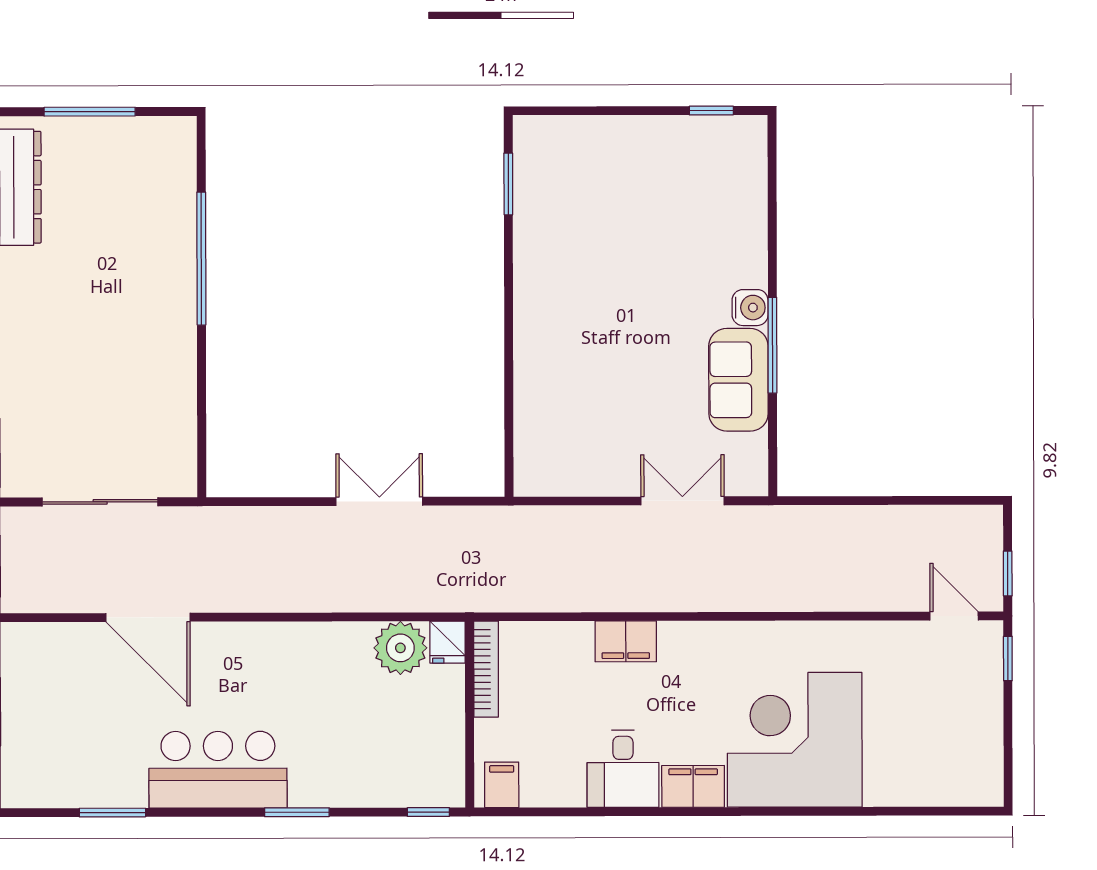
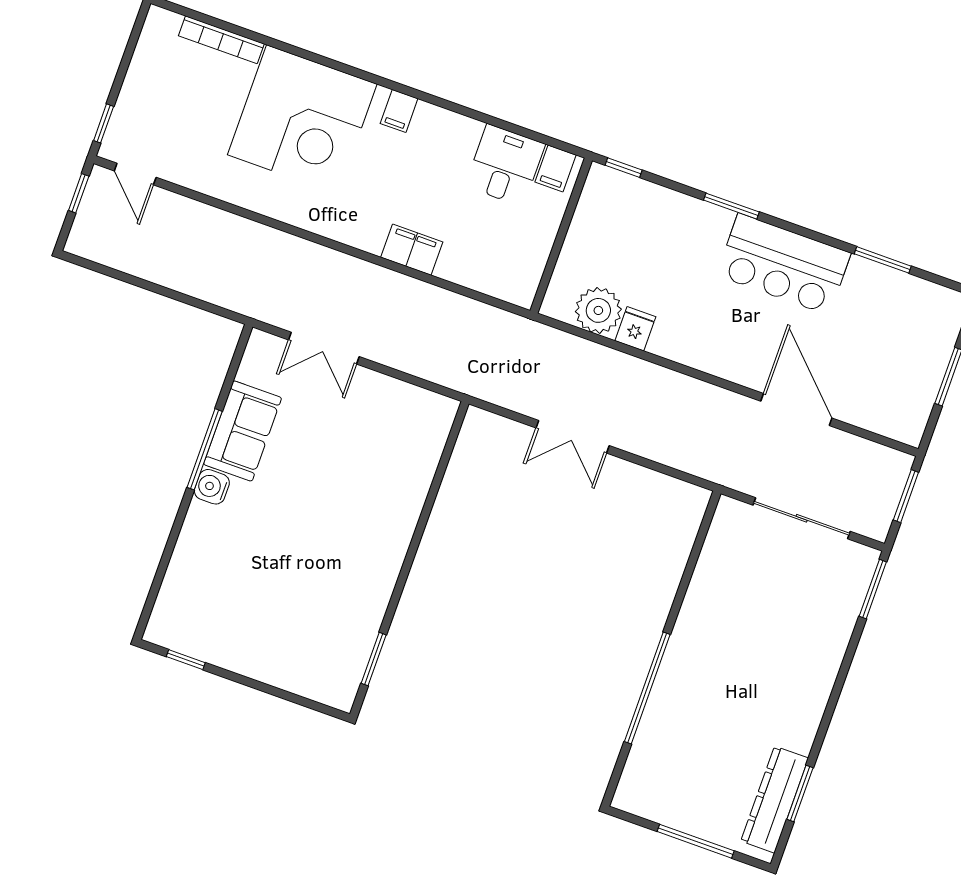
fridge: (447, 642) -> (635, 329), moved
bookcase: (486, 669) -> (221, 40), moved, turned -90
desk: (623, 769) -> (505, 165), moved
filing cabinet: (693, 786) -> (399, 111), width x0.50

